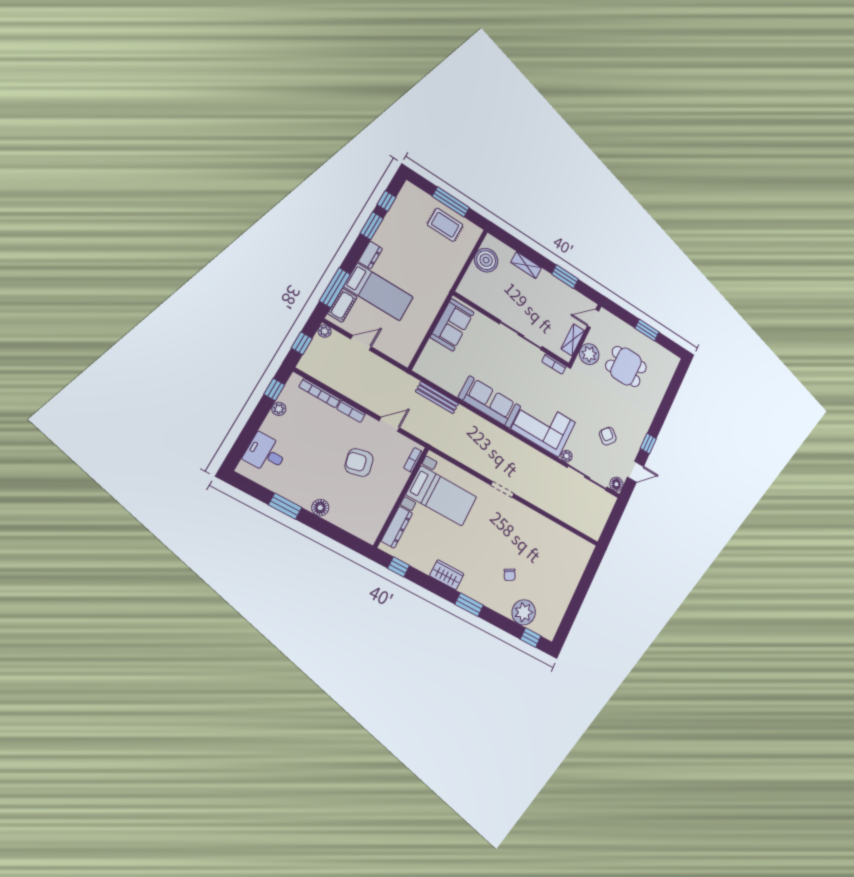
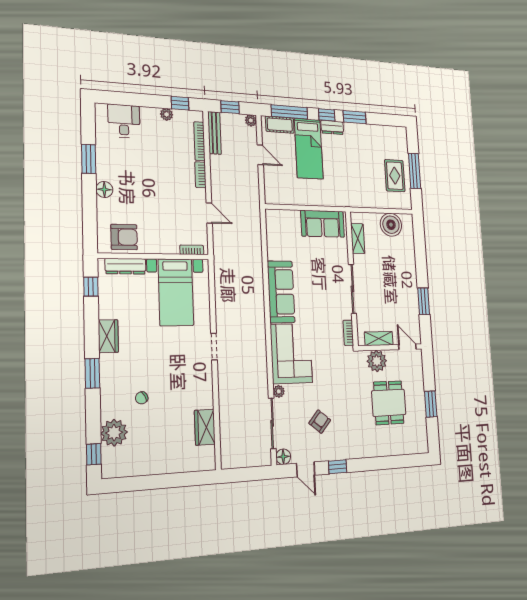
window: (386, 201) -> (327, 115), moved
shelving: (526, 265) -> (358, 239), moved
bench: (437, 398) -> (215, 133), moved
armchair: (359, 463) -> (124, 237), moved, turned 103
wardrobe: (560, 536) -> (205, 427), added

